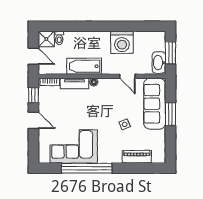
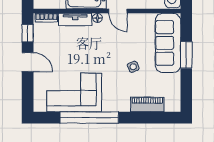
door: (127, 76) -> (118, 11), moved

